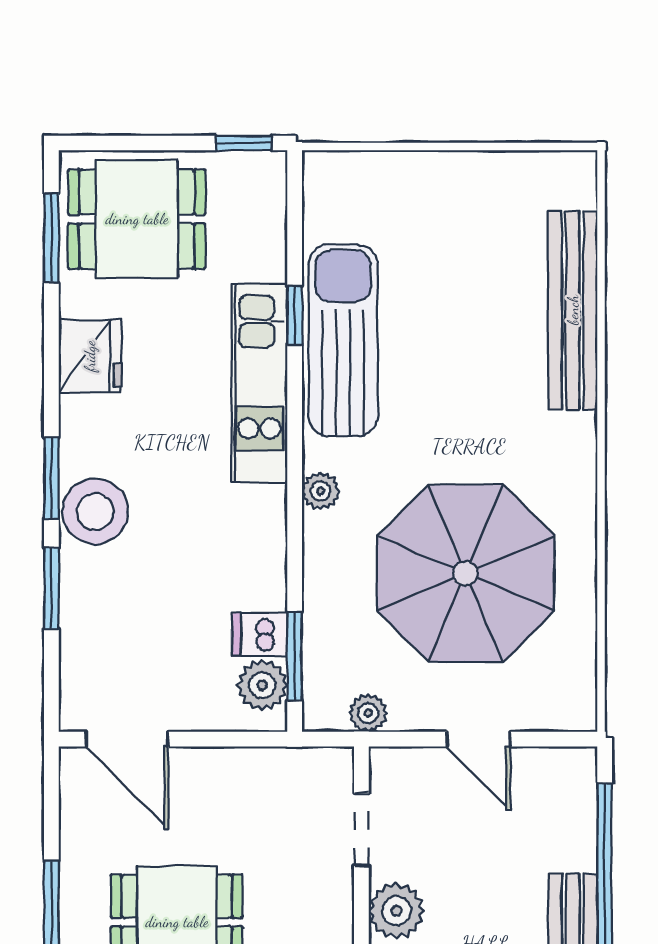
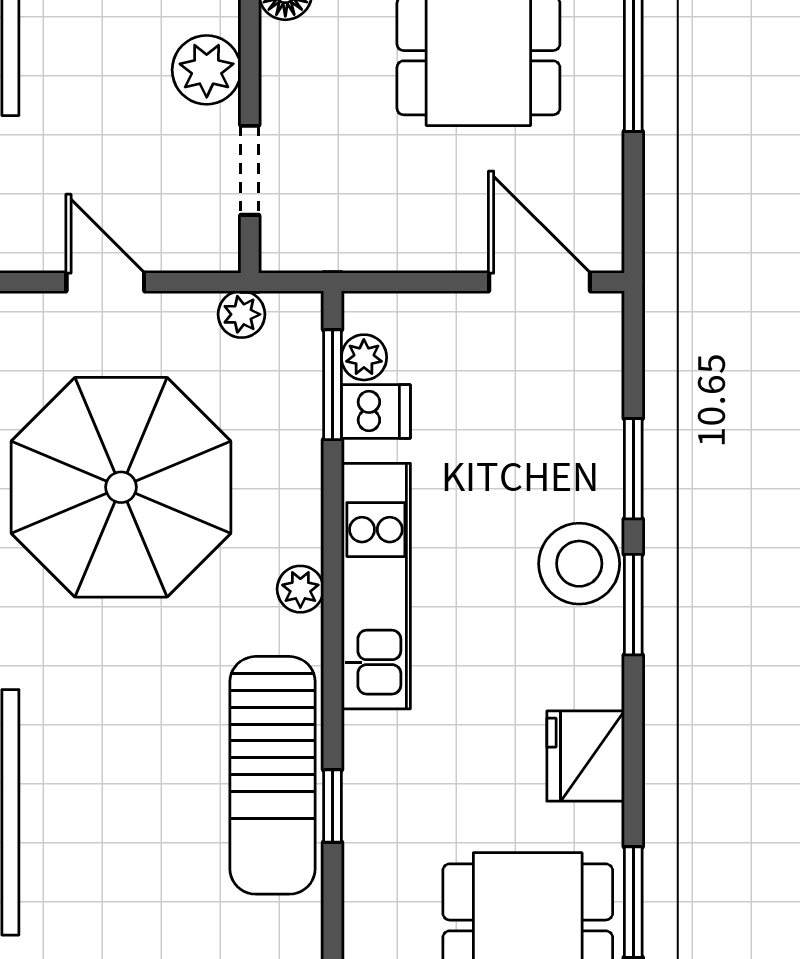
kitchen unit: (260, 383) -> (376, 586), moved
plant: (262, 685) -> (364, 357), width x0.73, depth x0.73

